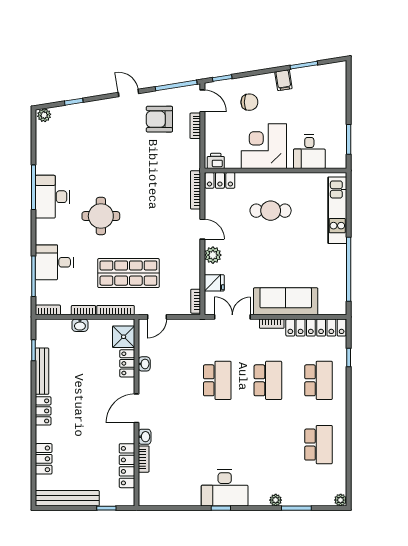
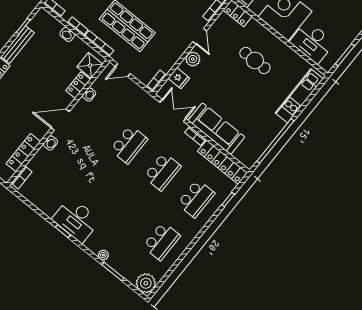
desk: (309, 152) -> (312, 42), width x1.37
bookcase: (144, 459) -> (22, 177), moved
plant: (341, 500) -> (146, 283), width x1.88, depth x1.88

